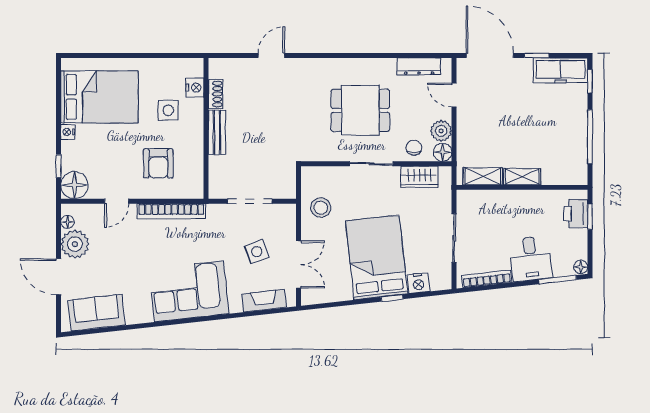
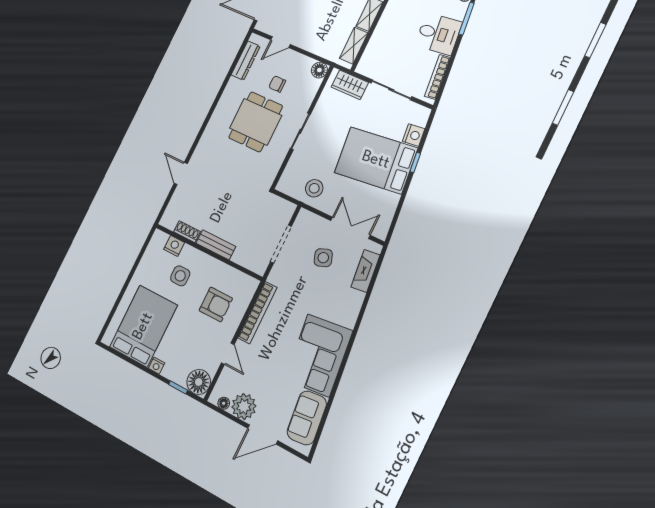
plant: (441, 131) -> (302, 64), removed
chair: (414, 148) -> (277, 84), moved
wardrobe: (419, 177) -> (350, 85), moved, turned 90
corner sofa: (189, 291) -> (319, 355), moved

